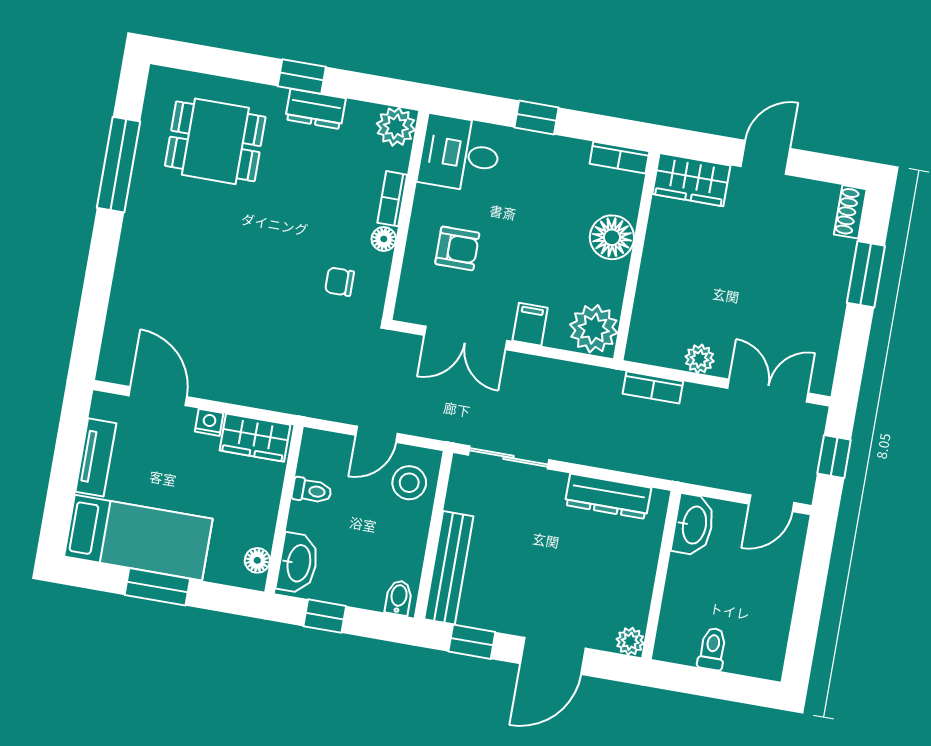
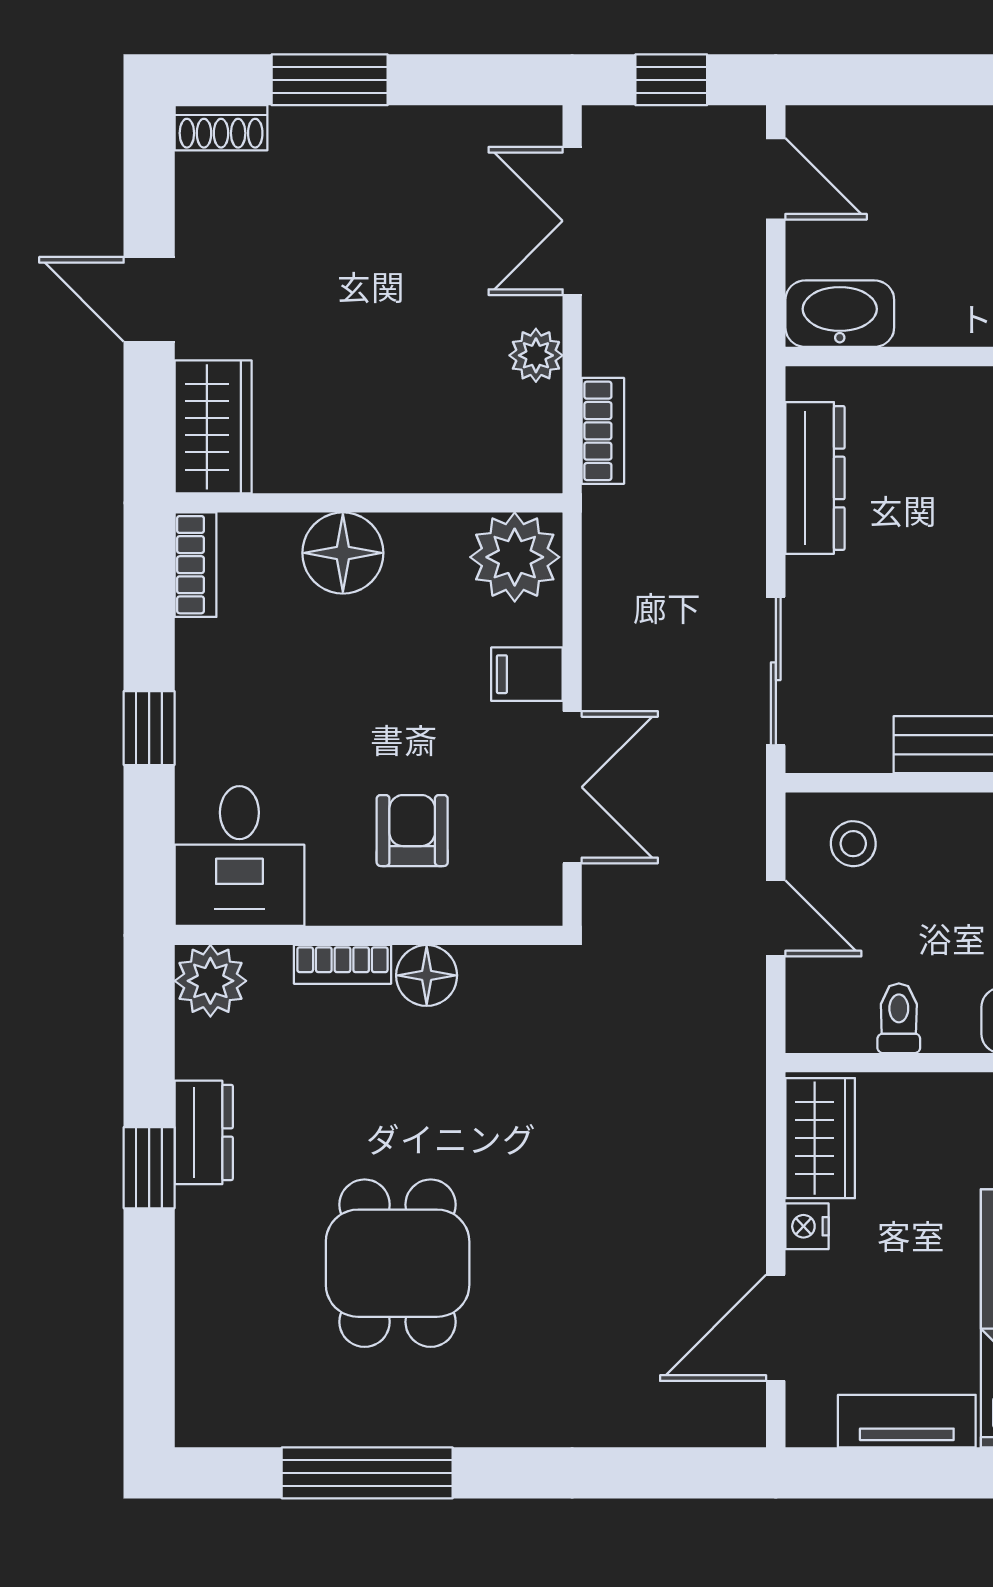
dining table: (215, 141) -> (398, 1263), moved
floor lamp: (384, 239) -> (427, 975), width x1.37, depth x1.37
chair: (340, 282) -> (510, 1034), removed
stool: (409, 483) -> (853, 844), width x0.73, depth x0.73

